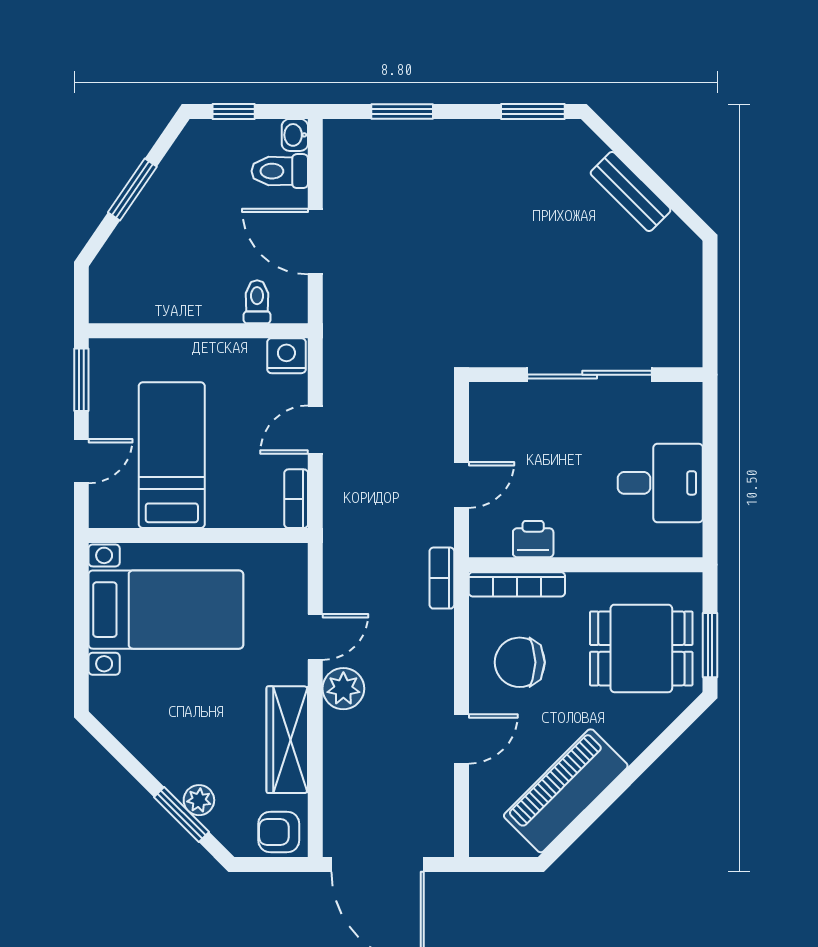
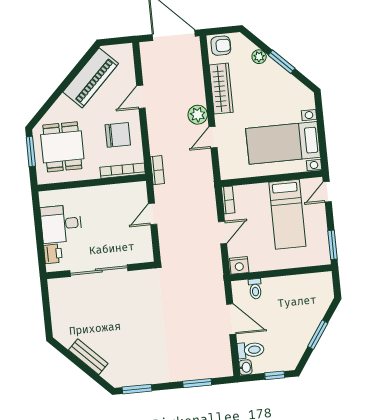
door: (81, 461) -> (327, 192), moved
printer: (533, 539) -> (53, 254), moved, turned -90
dining table: (641, 648) -> (62, 147), turned 90
window: (182, 814) -> (282, 62), moved

